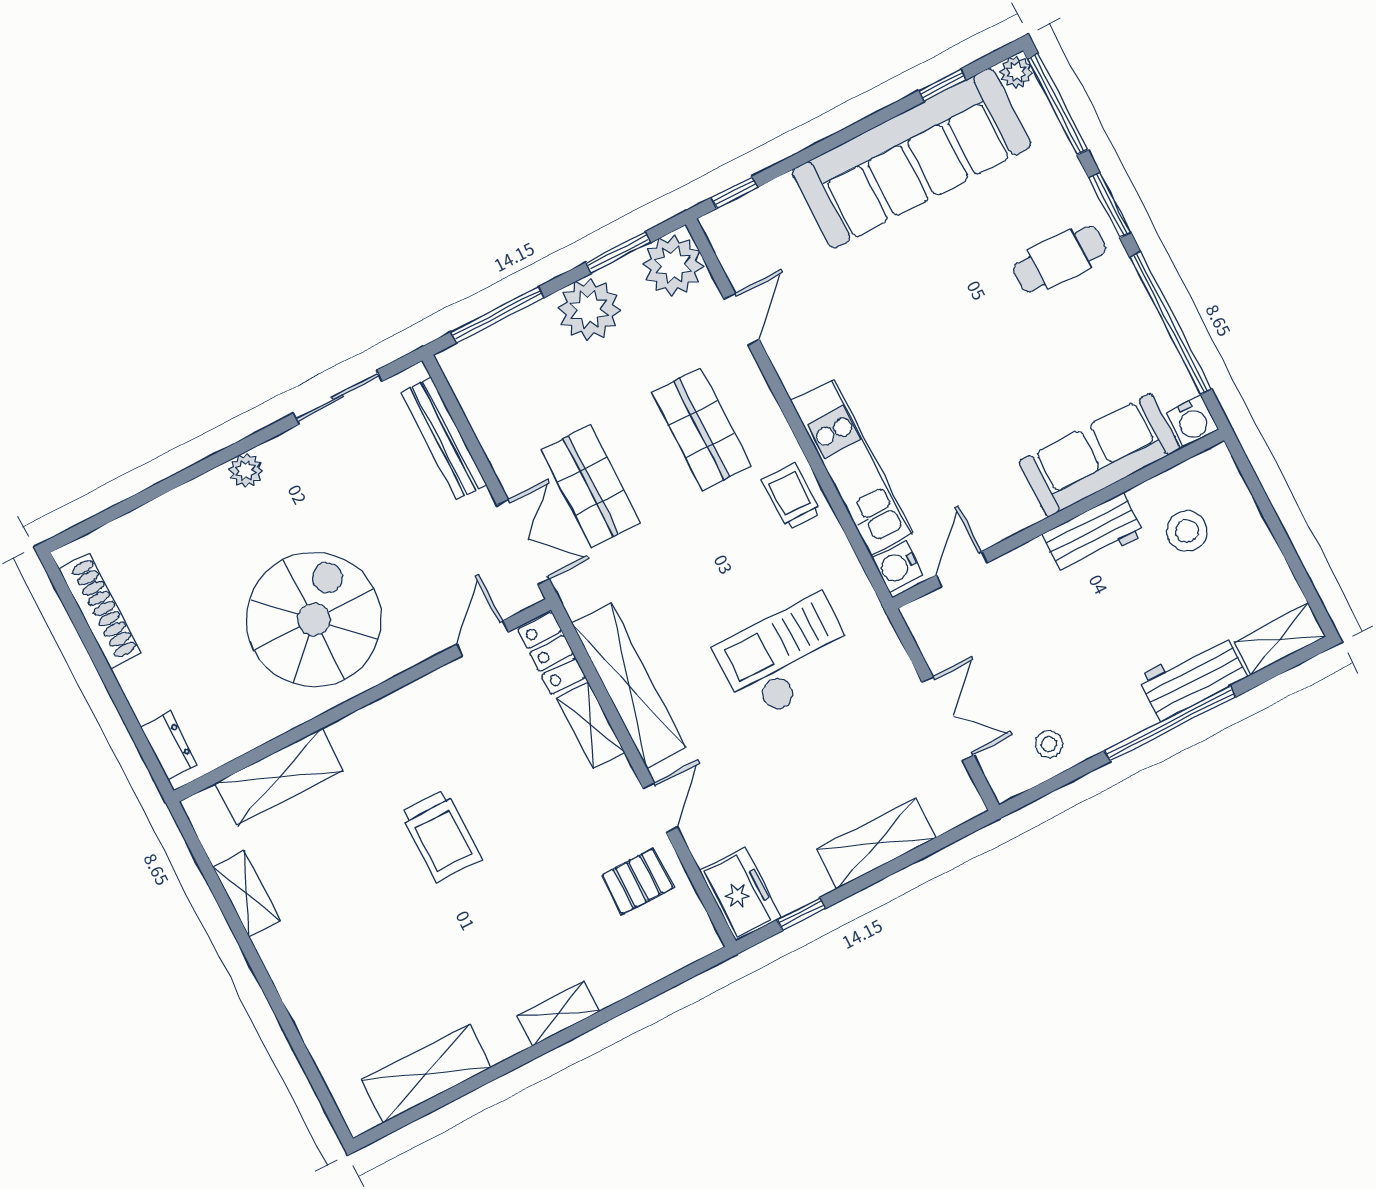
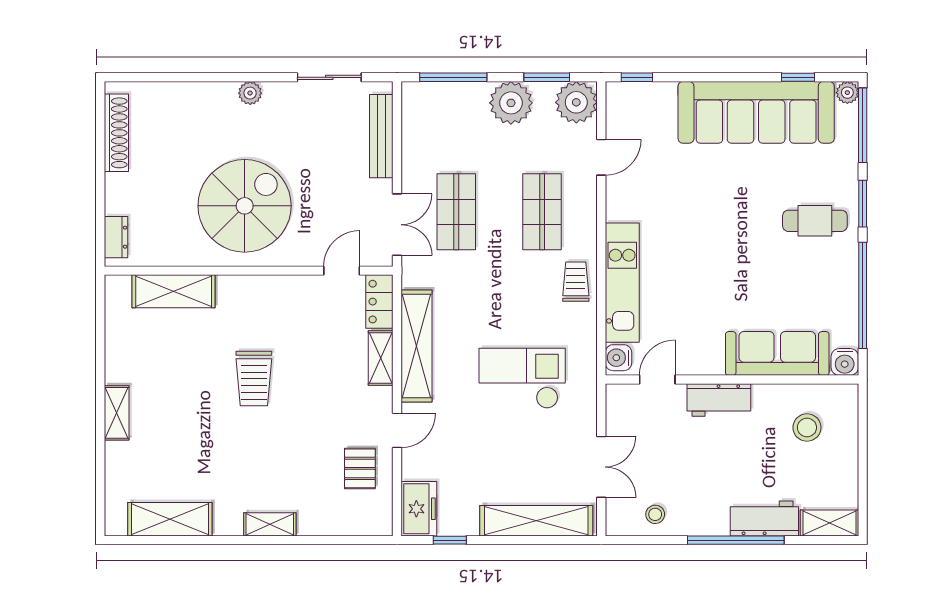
workbench: (1093, 535) -> (719, 400), moved
shelving: (877, 843) -> (536, 521), width x1.47
pallet: (638, 881) -> (360, 468), turned 90
shelving: (246, 894) -> (117, 413), moved

